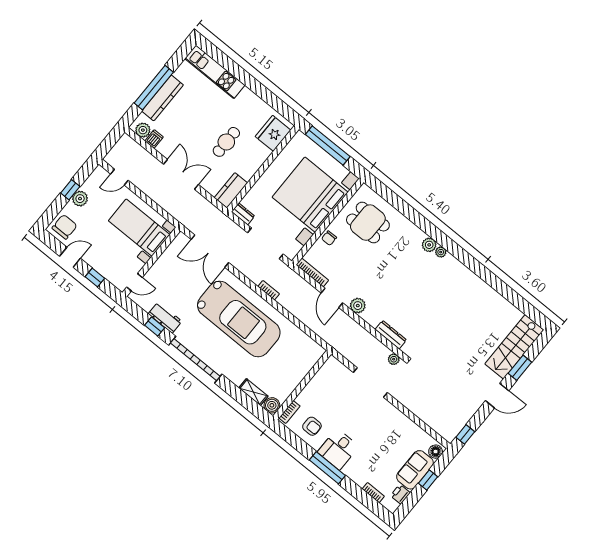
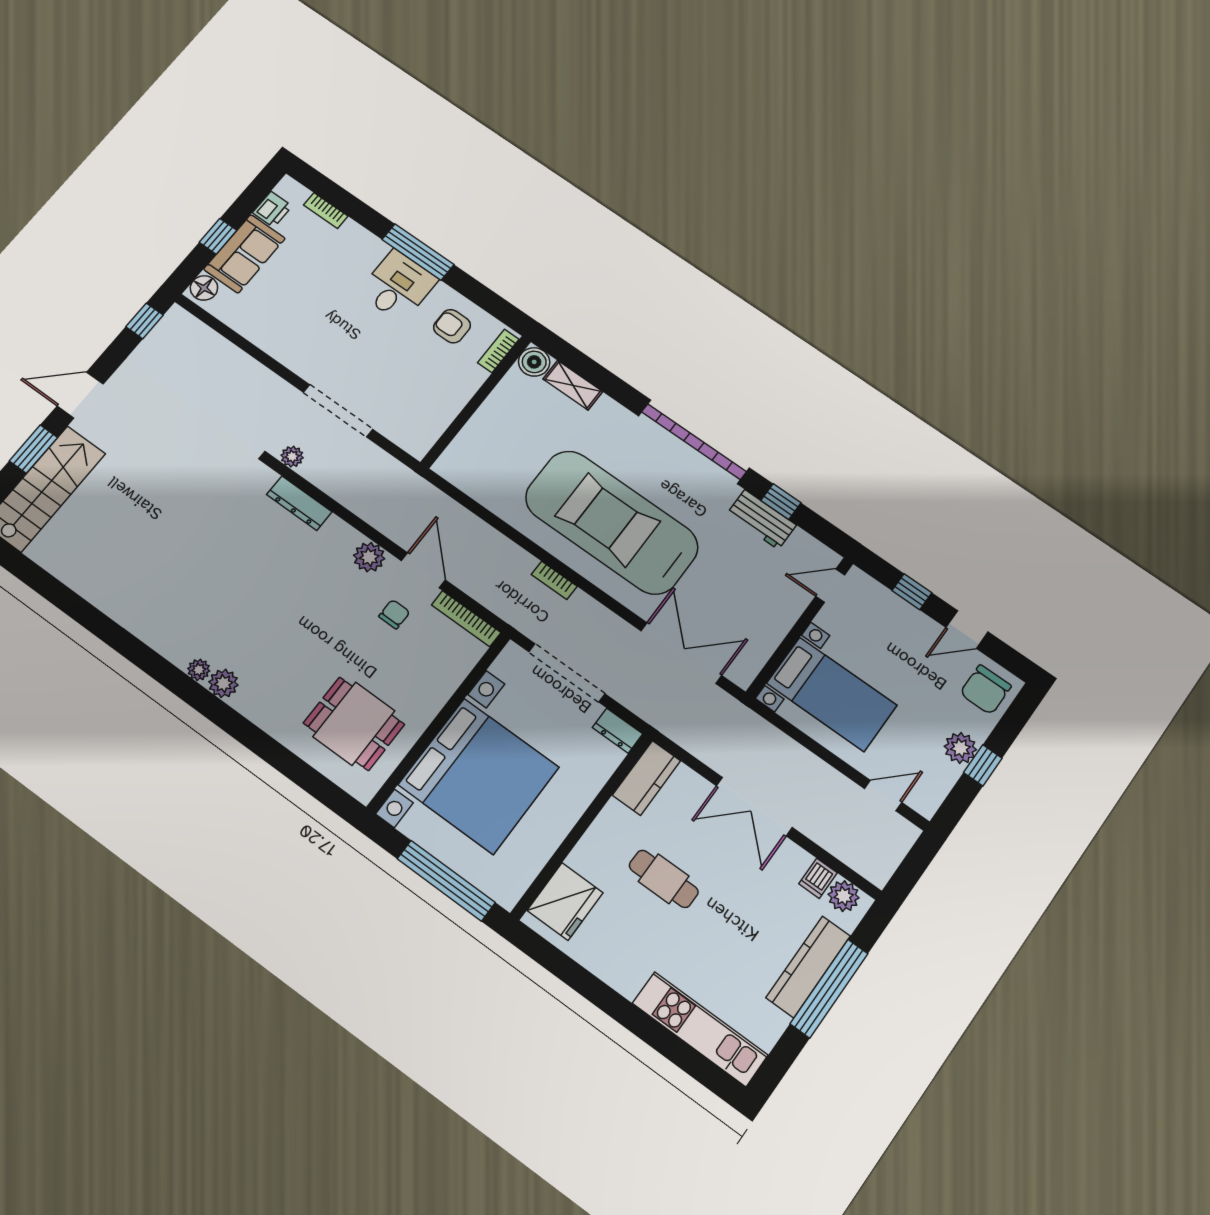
cafe table: (226, 142) -> (664, 879), turned 90
chair: (329, 238) -> (394, 614), moved

